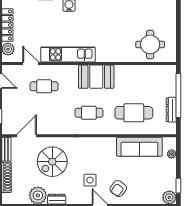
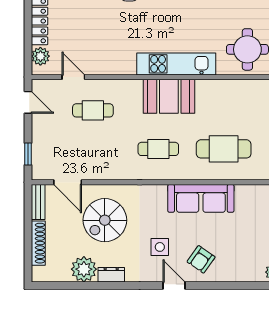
kitchen unit: (68, 54) -> (176, 64), moved
door: (27, 136) -> (68, 182), swing flipped
sofa: (139, 147) -> (201, 198), moved

